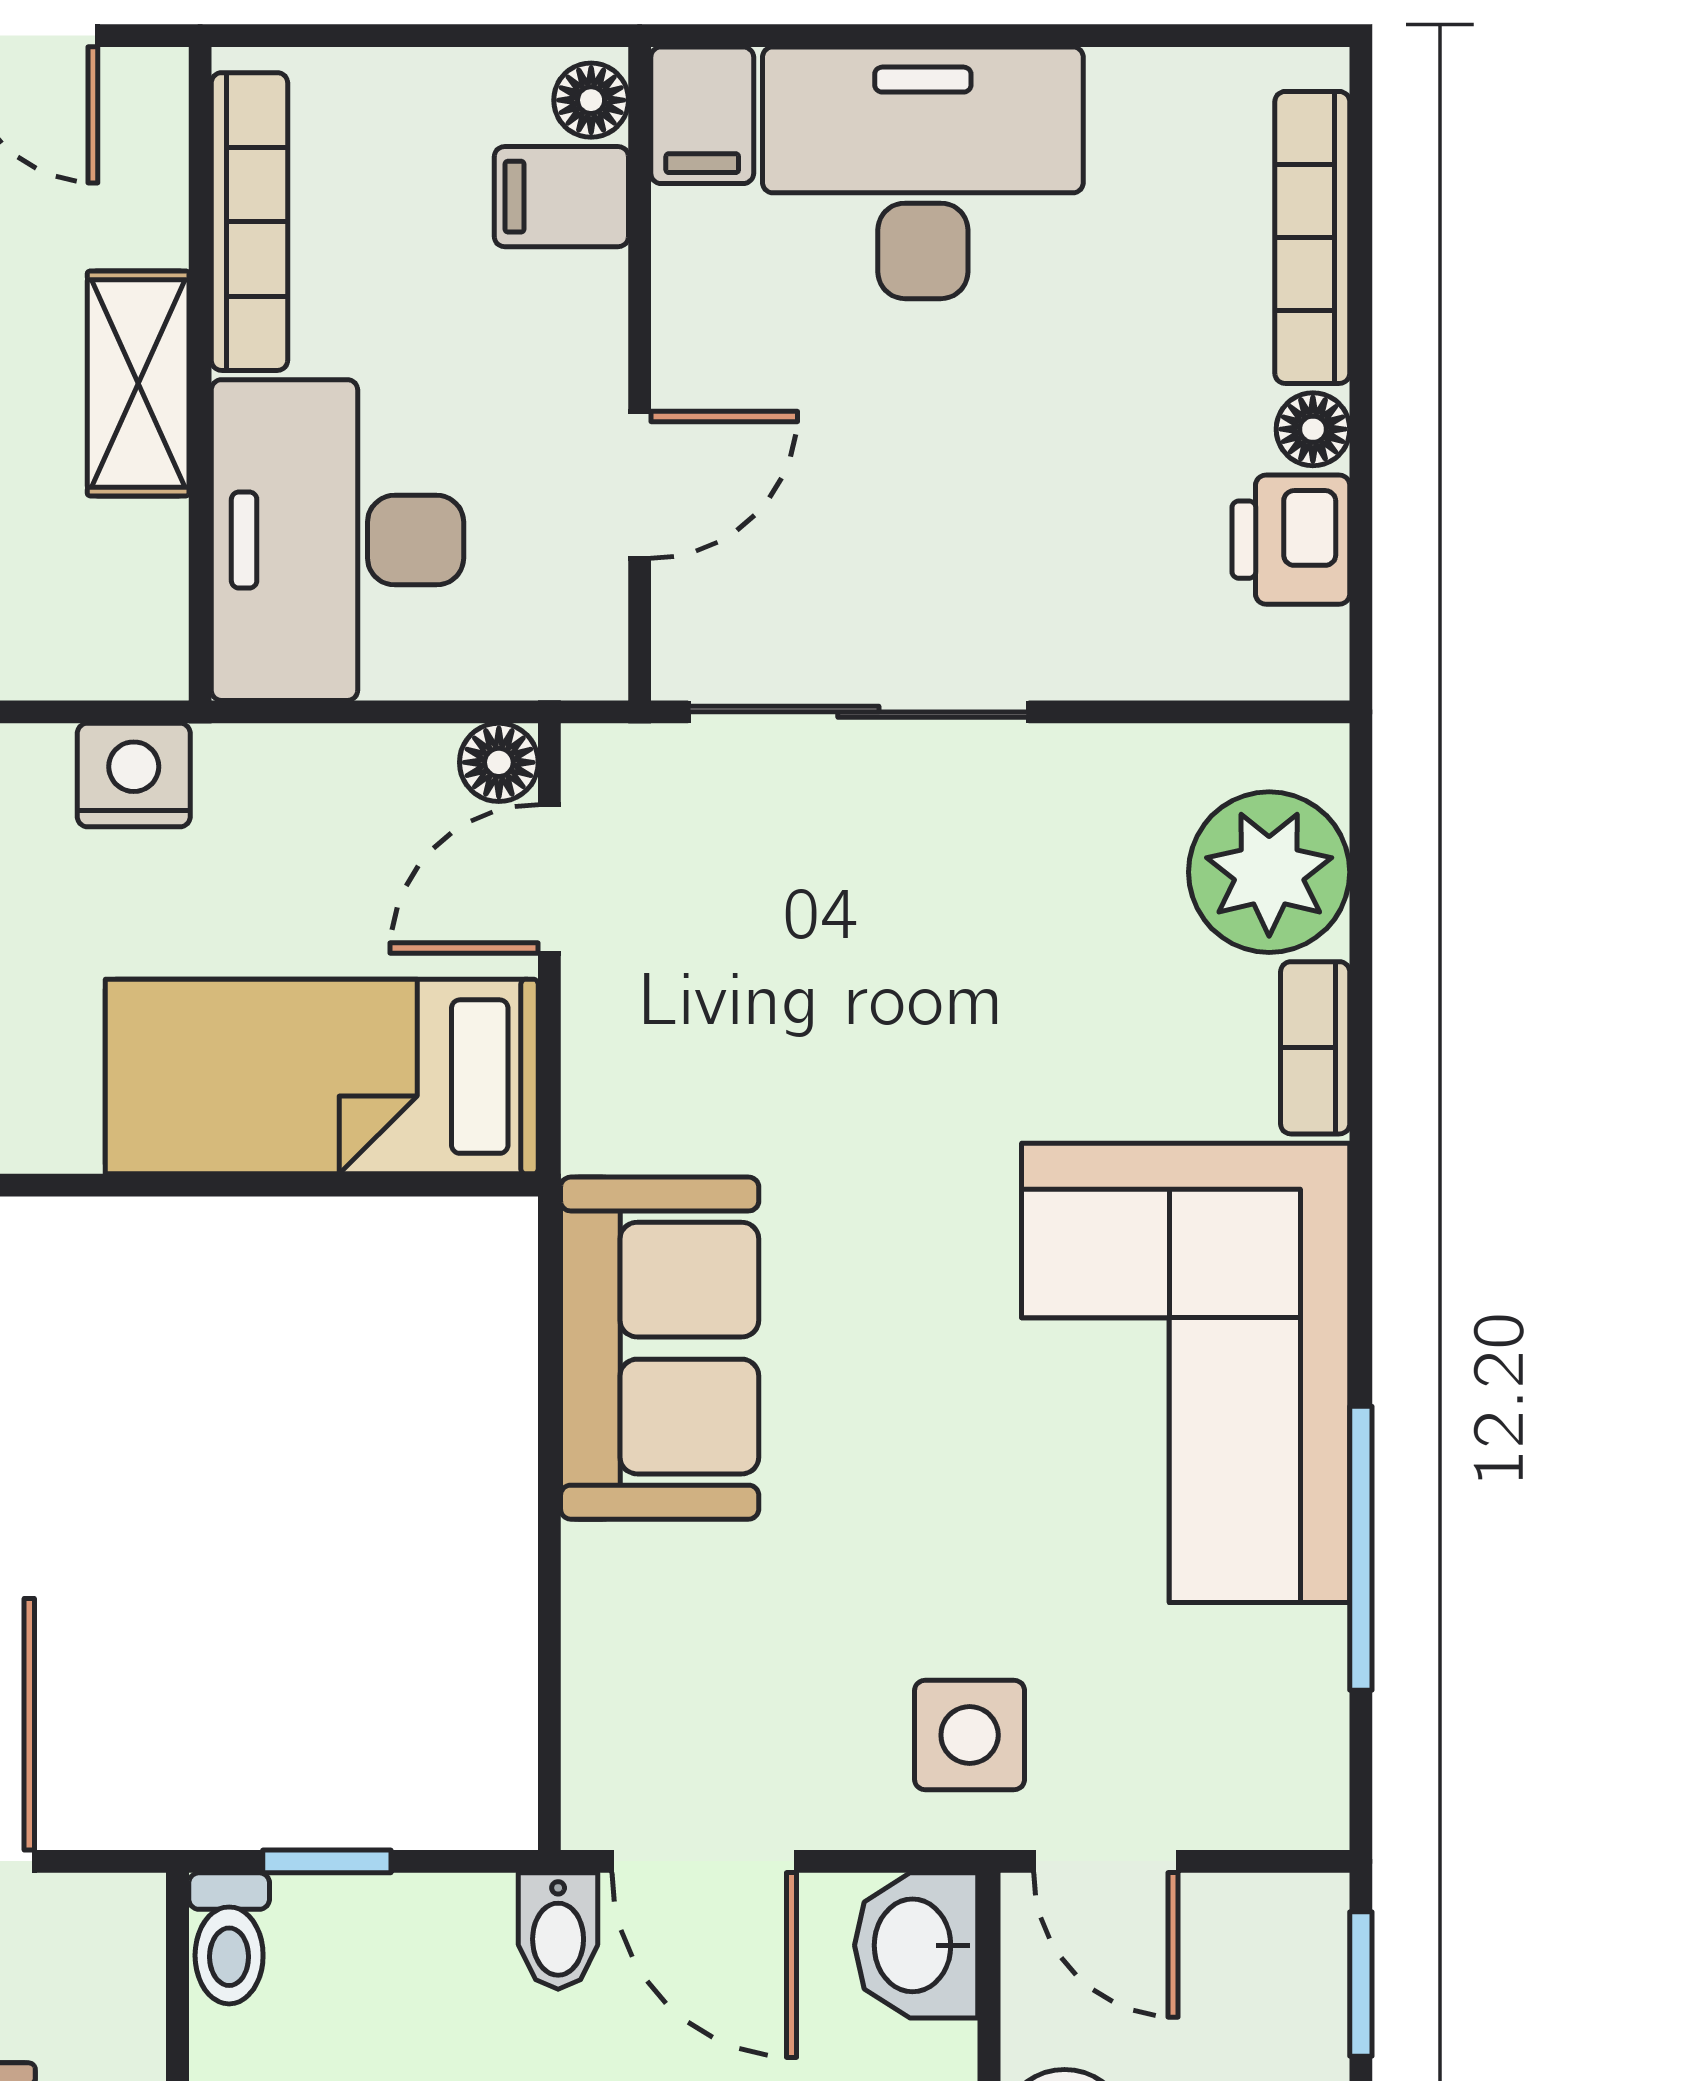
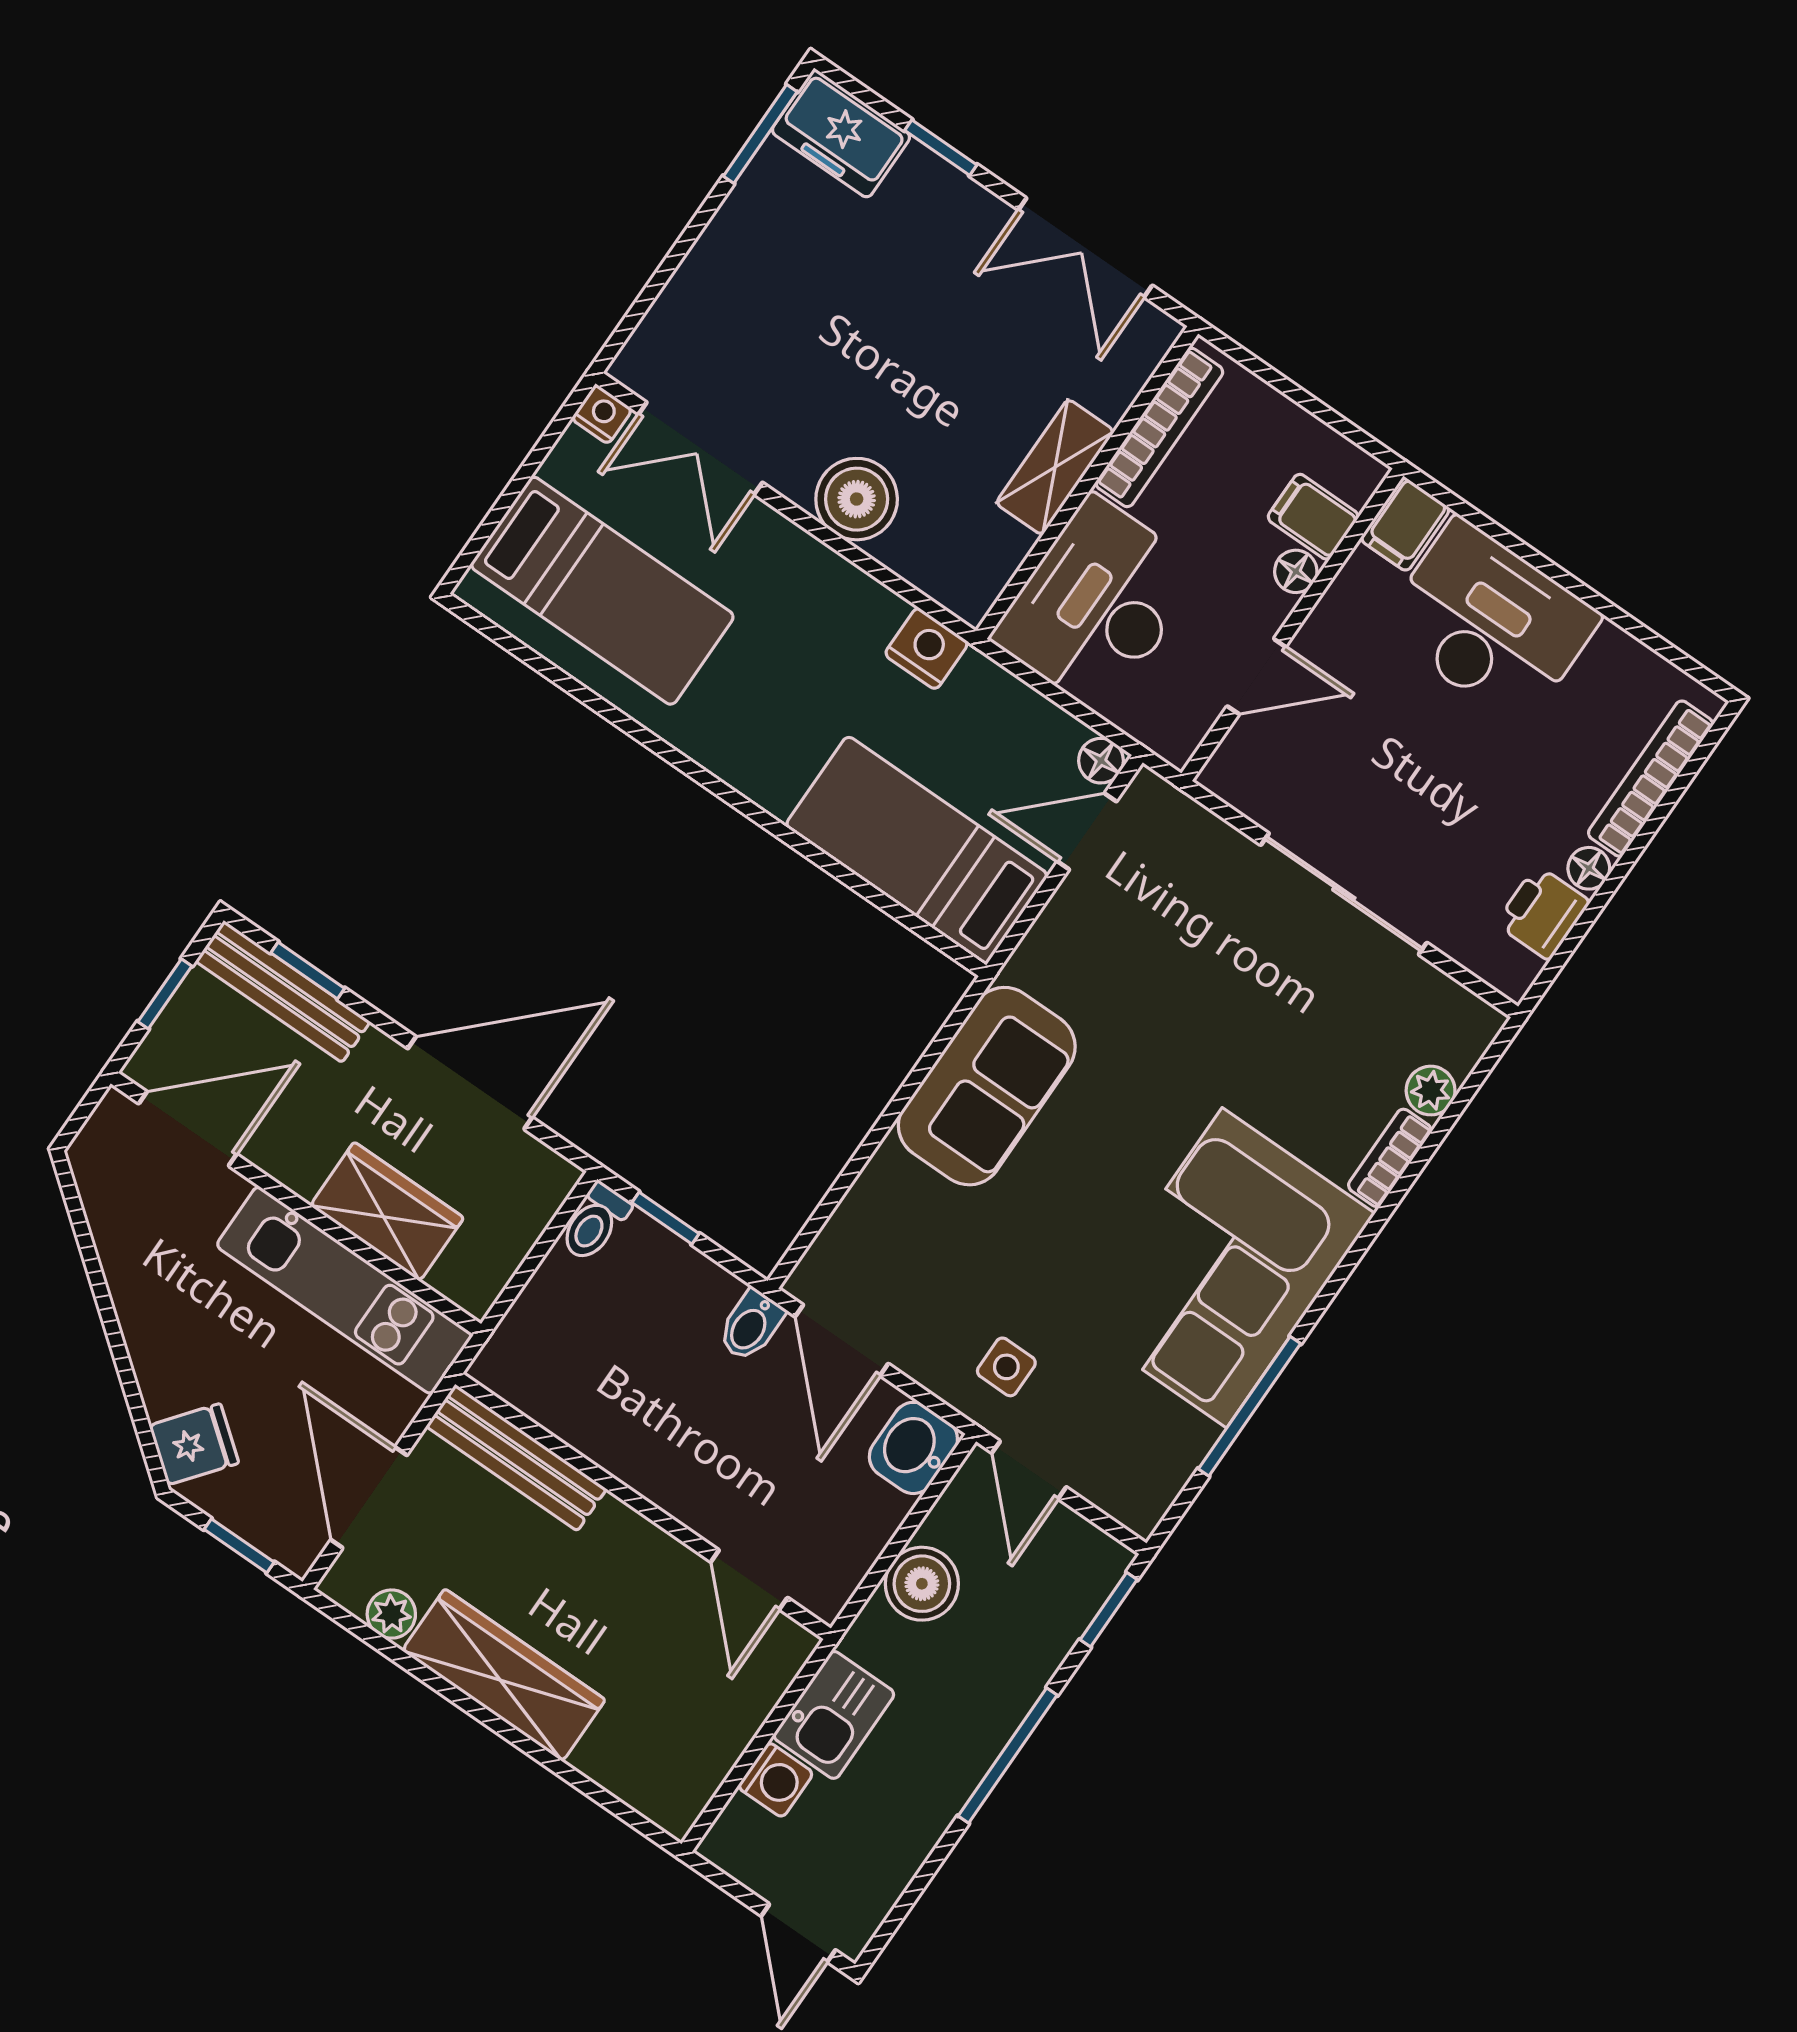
floor lamp: (591, 100) -> (1296, 571), moved
sliding door: (858, 712) -> (1344, 894), moved
plant: (1269, 872) -> (1431, 1091), width x0.53, depth x0.53
side table: (970, 1735) -> (1006, 1367), width x0.73, depth x0.73

